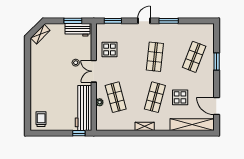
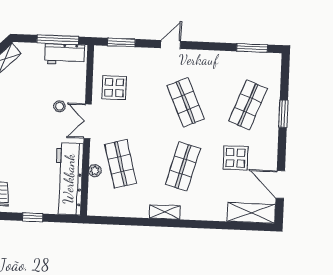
window: (73, 21) -> (58, 40), width x1.44
window: (169, 21) -> (252, 48), moved
shop shelf: (155, 57) -> (186, 102), turned -30
display table: (180, 97) -> (235, 158), moved
shelving: (192, 125) -> (251, 213), width x0.68
window: (79, 133) -> (33, 217), moved

